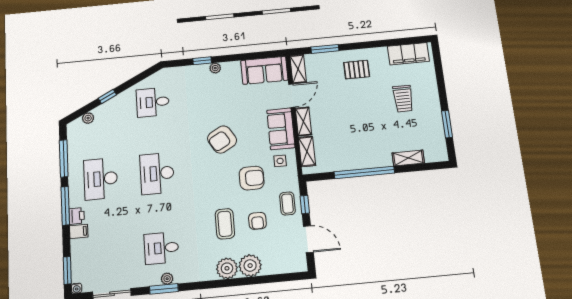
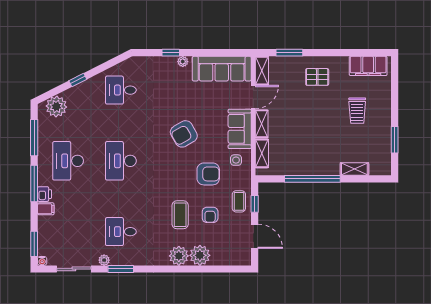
sofa: (264, 70) -> (222, 69), width x1.36
plant: (88, 118) -> (56, 107), width x1.88, depth x1.88
plant: (167, 279) -> (104, 260), moved

